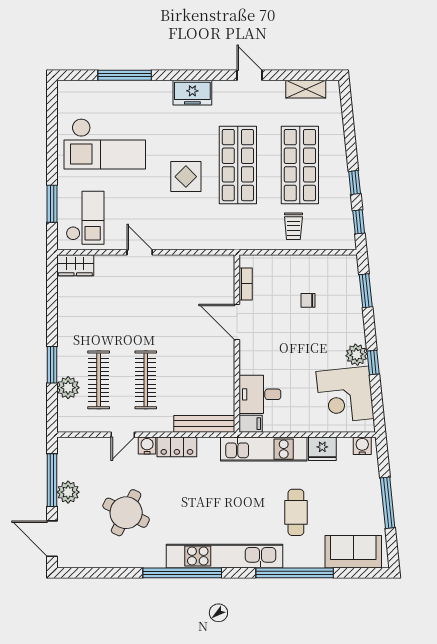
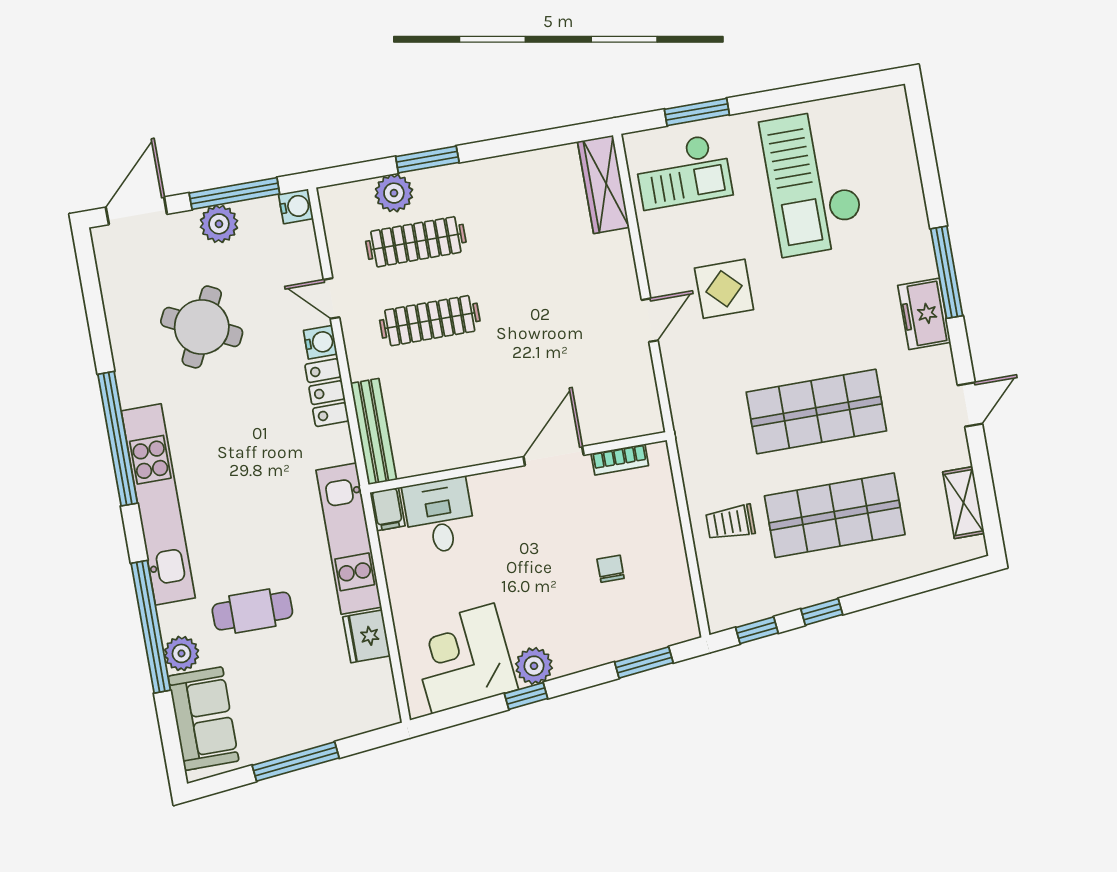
window: (125, 75) -> (947, 272), moved
display table: (186, 177) -> (724, 289), moved
door: (140, 252) -> (650, 320), moved
wardrobe: (75, 265) -> (603, 184), width x1.50
water cooler: (362, 446) -> (296, 206), moved
plant: (313, 558) -> (181, 653), added

